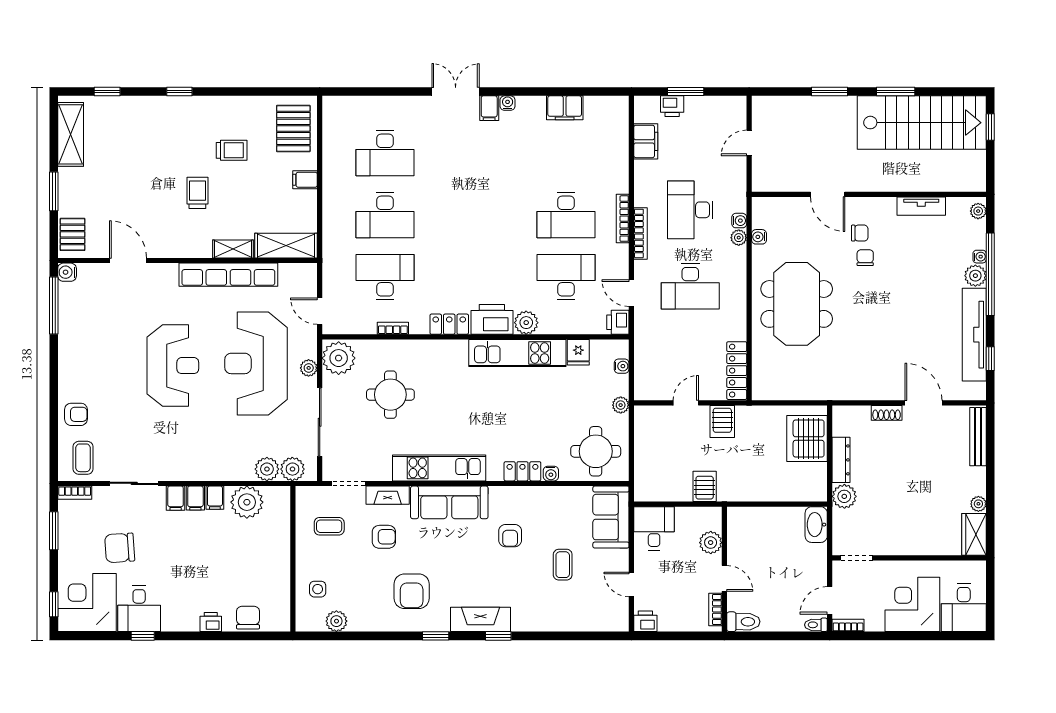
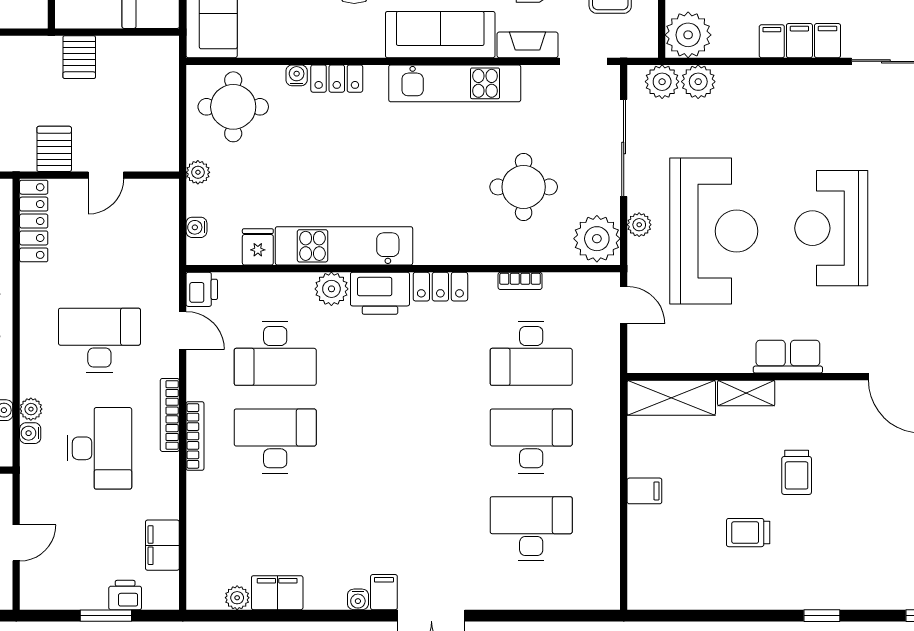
plant: (593, 104) -> (237, 598), added
pallet: (293, 129) -> (661, 563), removed
row of seats: (228, 275) -> (788, 357), width x0.50
plant: (247, 502) -> (688, 35), moved

